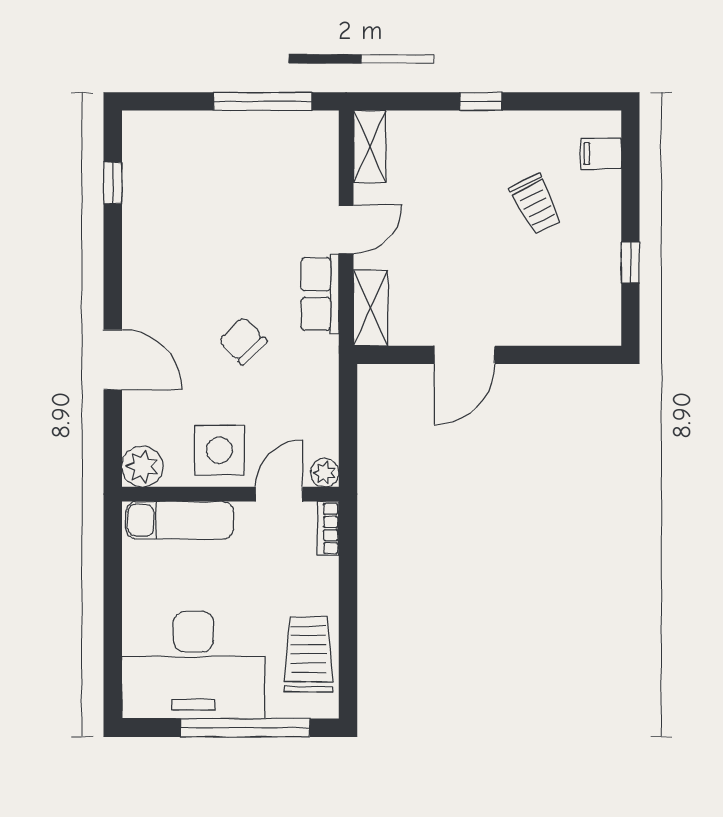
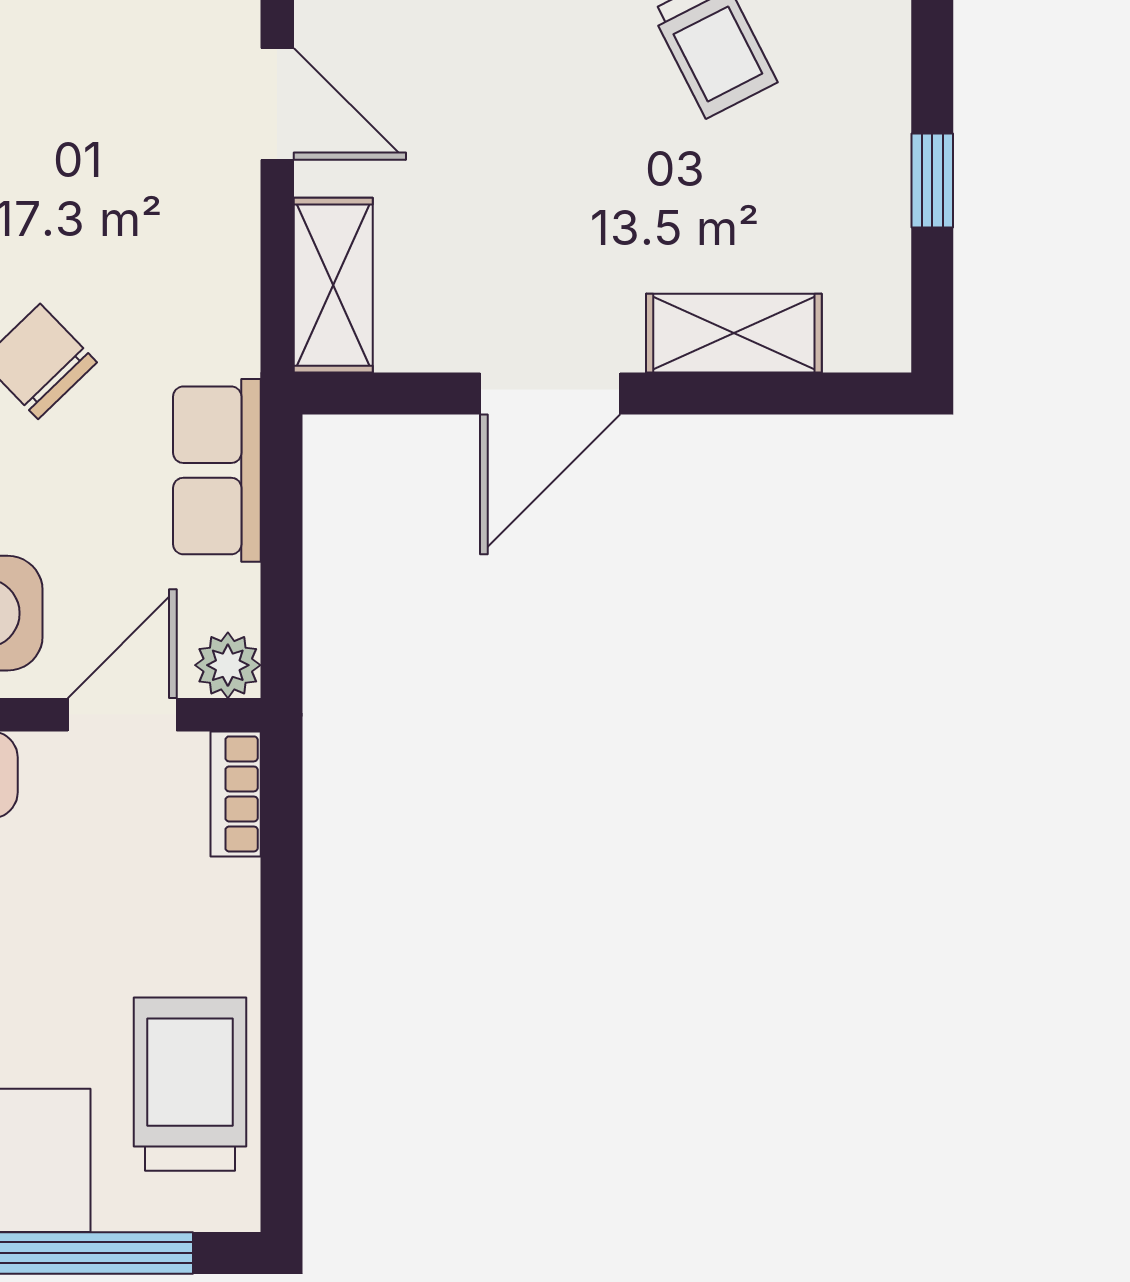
door: (346, 229) -> (277, 104), hinge flipped
row of seats: (320, 294) -> (217, 470), moved
shelving: (544, 329) -> (734, 333), added

